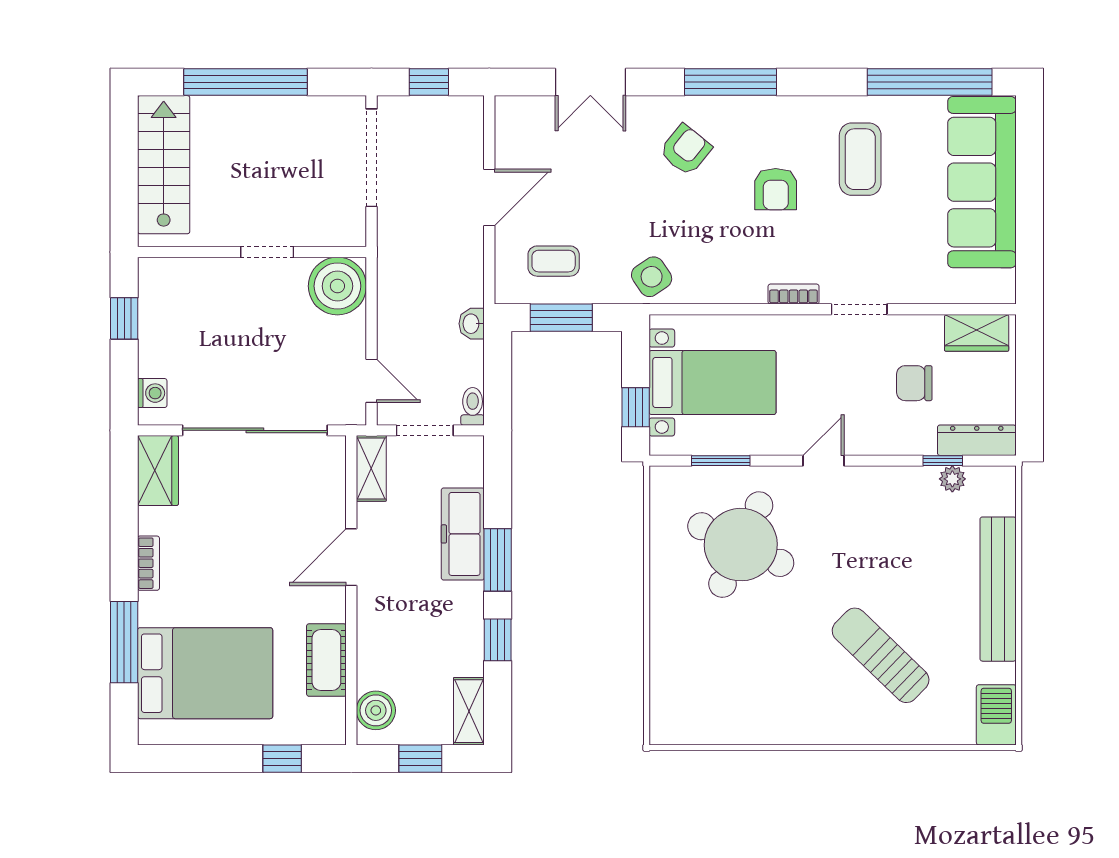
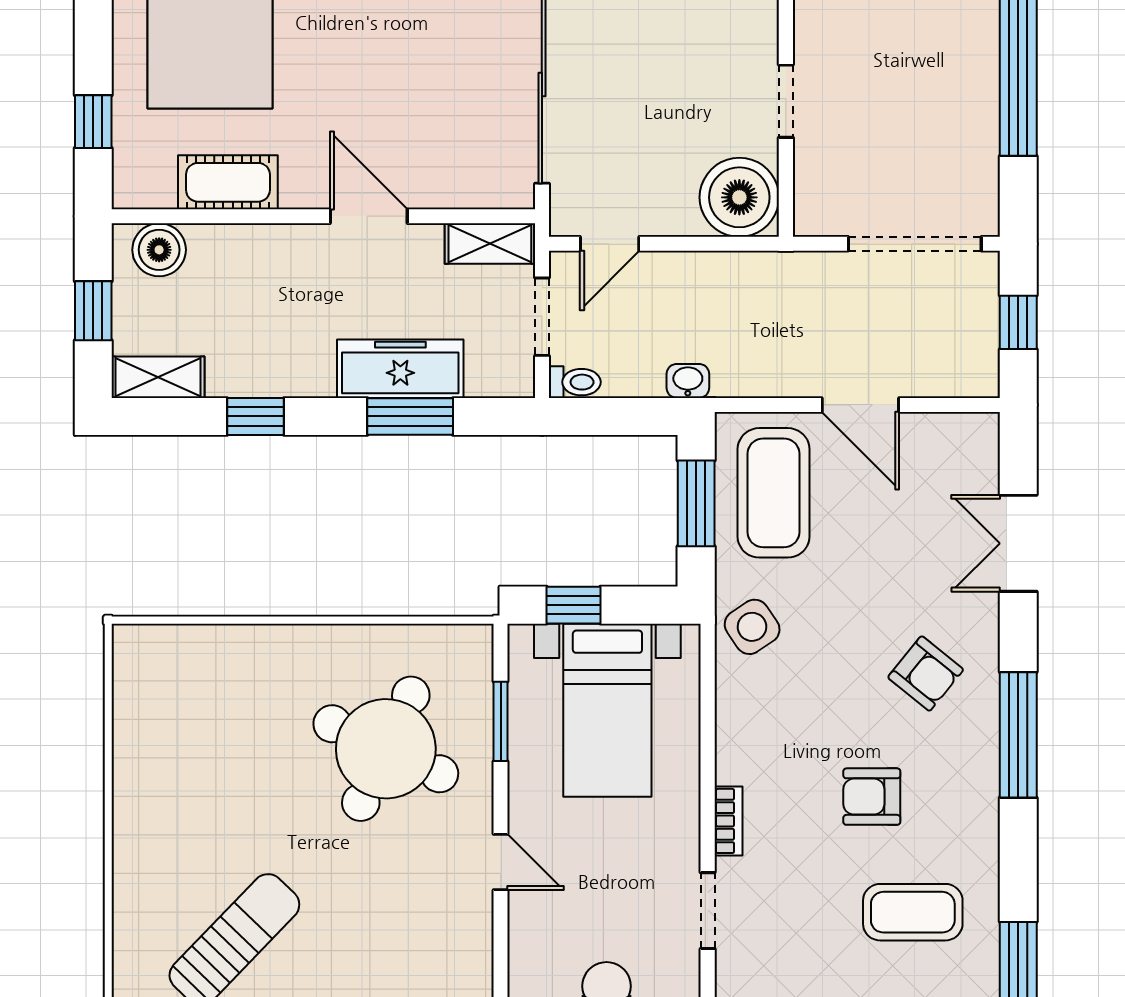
coffee table: (554, 261) -> (774, 493), width x1.86, depth x1.72
window: (498, 560) -> (410, 416), moved

